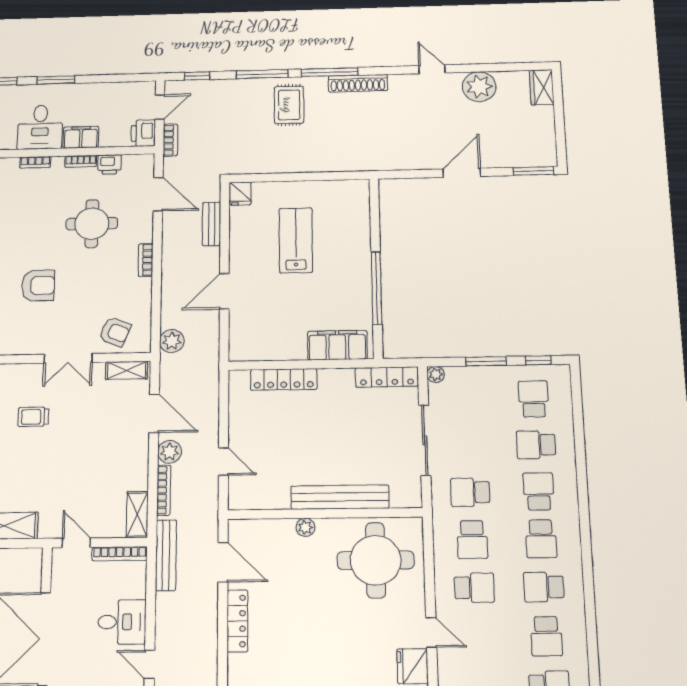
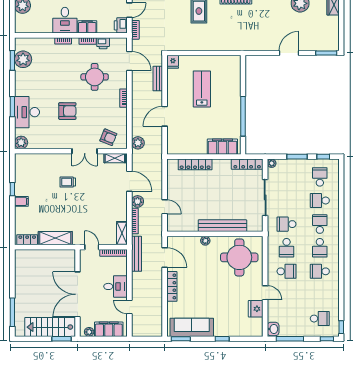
school desk: (546, 636) -> (320, 295), removed

